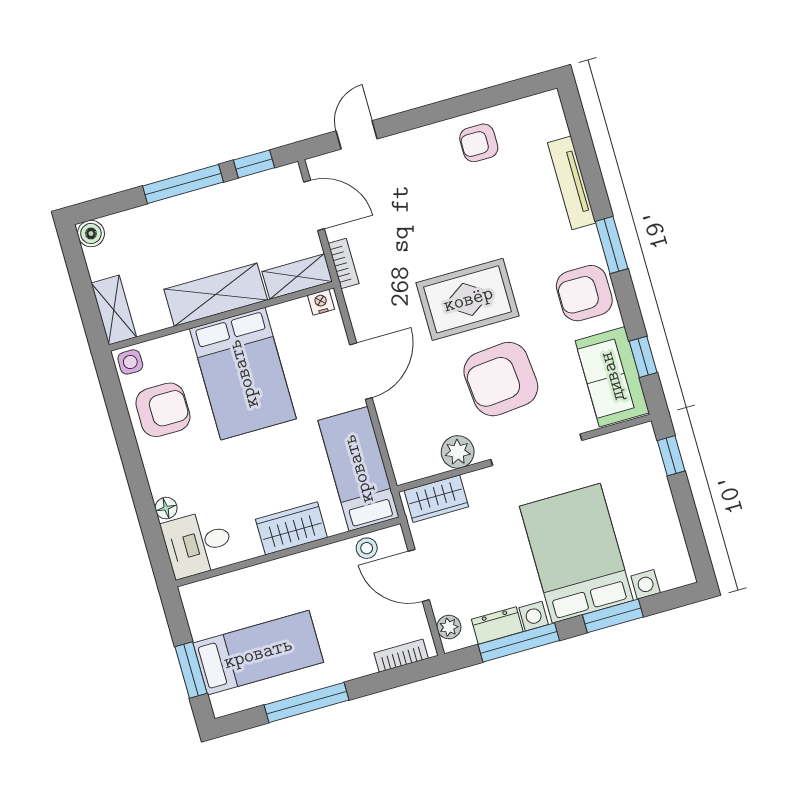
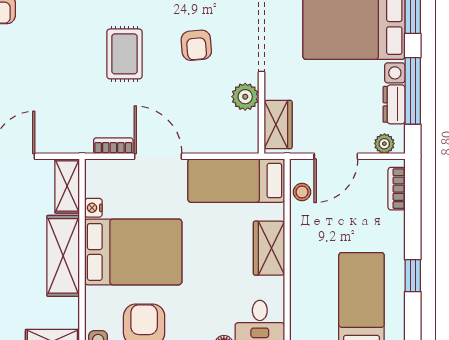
bookcase: (343, 263) -> (113, 146), moved
rug: (468, 299) -> (124, 54), width x0.73, depth x0.70
nightstand: (321, 302) -> (93, 208), moved
armchair: (501, 379) -> (196, 45), width x0.53, depth x0.53
window: (307, 703) -> (413, 276), width x0.46

